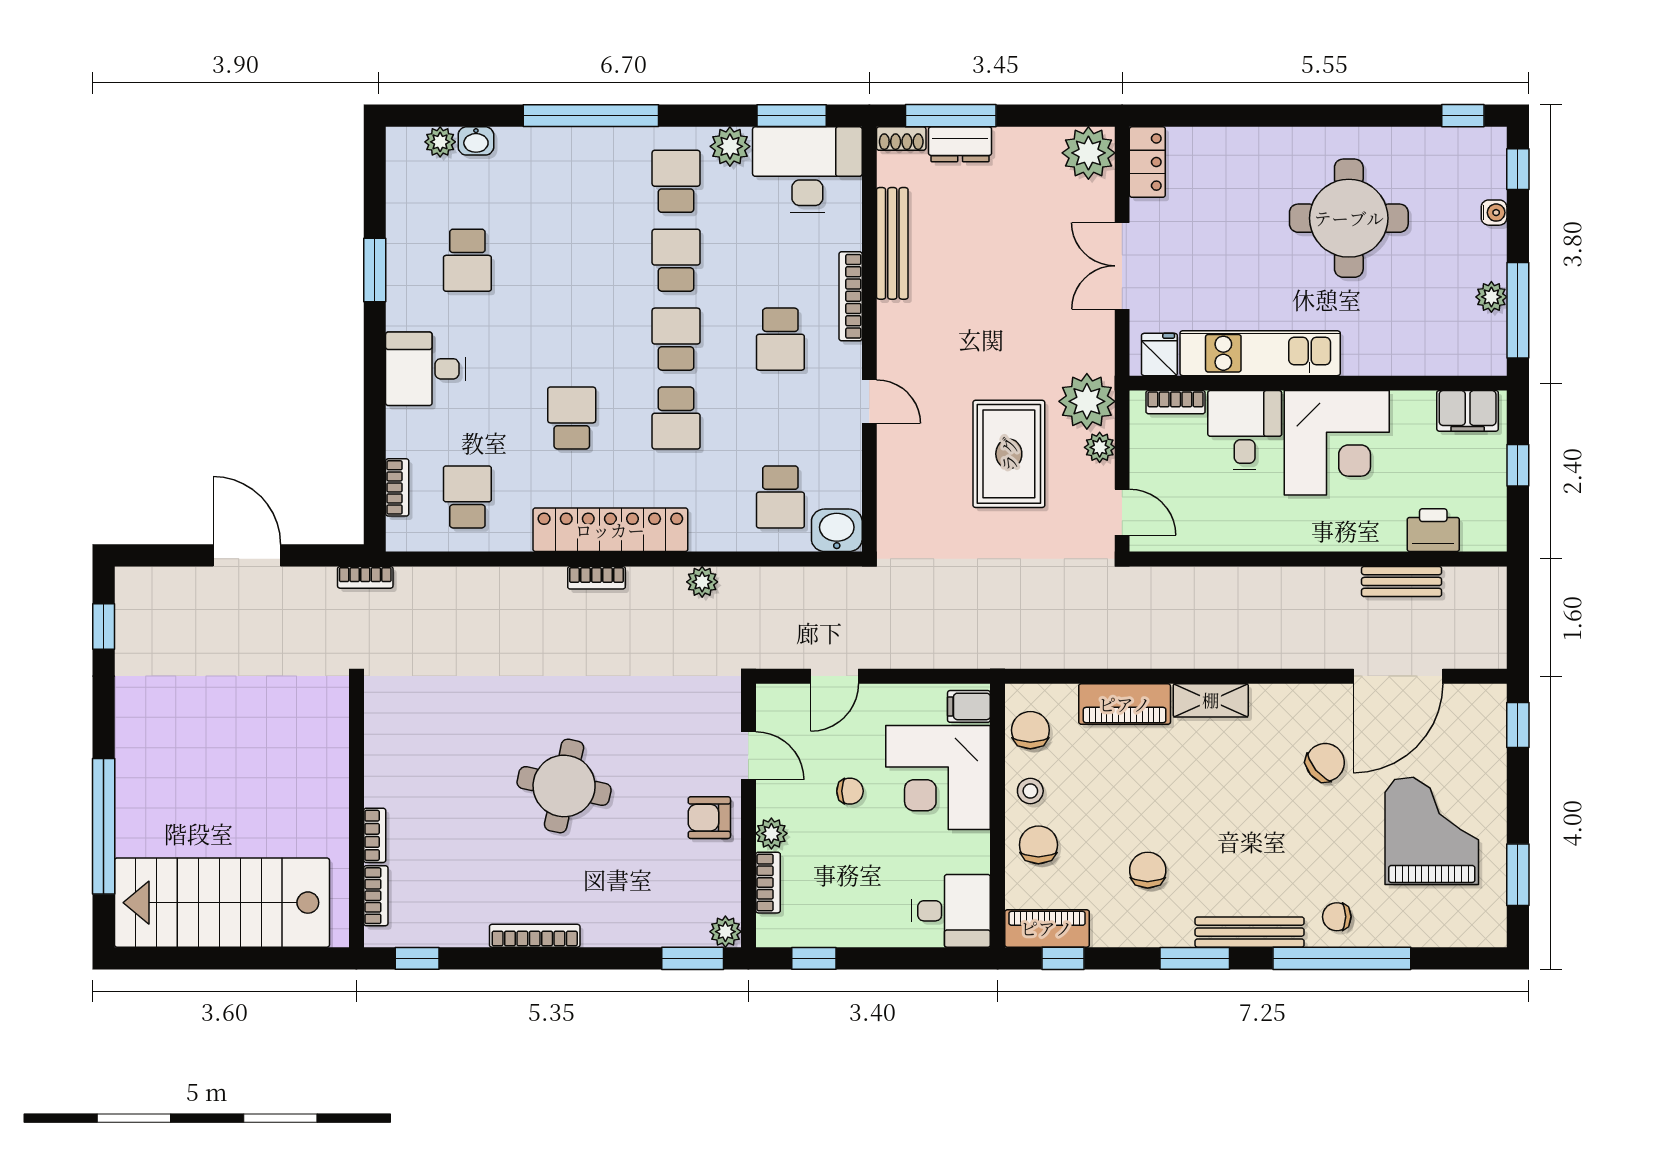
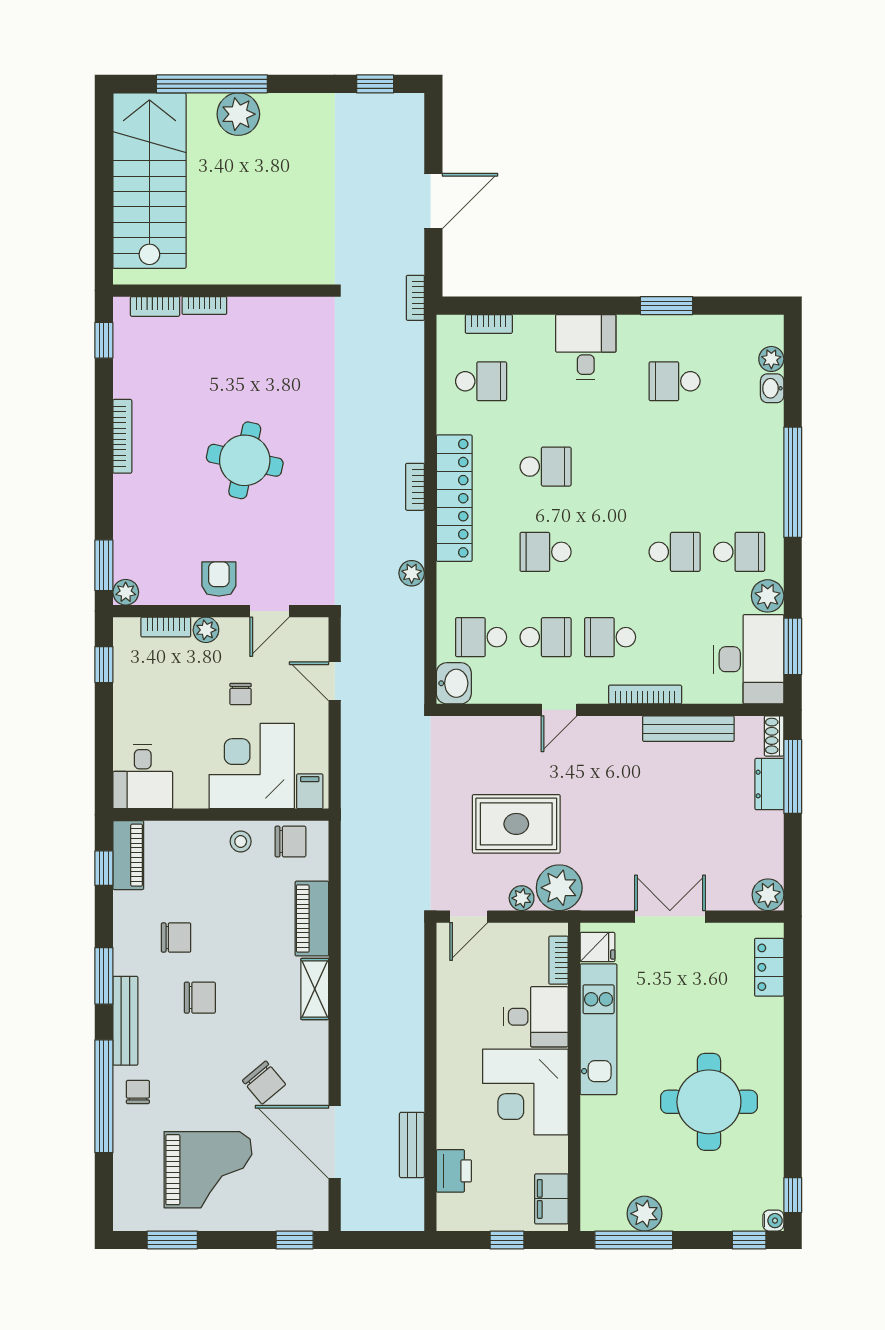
plant: (1088, 153) -> (768, 895), width x0.73, depth x0.73
locker: (1147, 162) -> (769, 967), moved, turned 90
water cooler: (1494, 213) -> (773, 1221), moved, turned -90
plant: (1491, 297) -> (645, 1214), width x1.38, depth x1.38
school desk: (676, 339) -> (546, 637), moved
plant: (141, 794) -> (238, 114), added
chair: (1038, 845) -> (200, 998), moved

